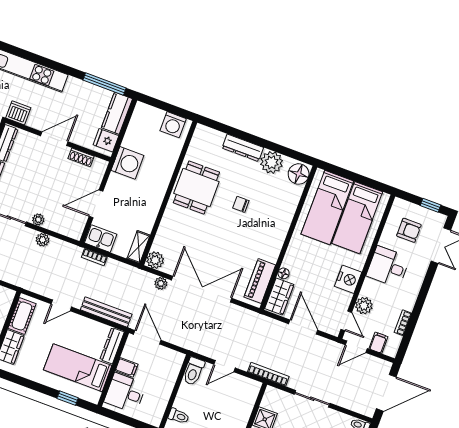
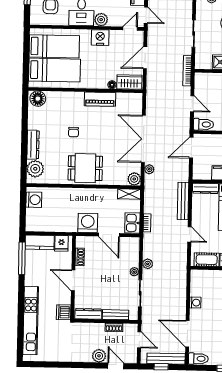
plant: (272, 162) -> (35, 169), moved
washing machine: (127, 163) -> (88, 223), moved
dining table: (196, 187) -> (85, 168), moved
piano: (260, 281) -> (100, 99), moved
plant: (364, 306) -> (101, 20), moved
door: (147, 337) -> (191, 148), moved

